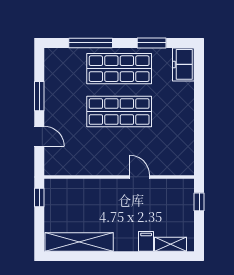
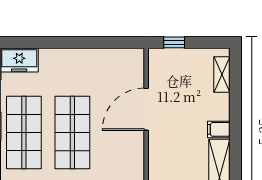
door: (140, 177) -> (146, 109), width x1.87
filing cabinet: (146, 241) -> (219, 129), moved

